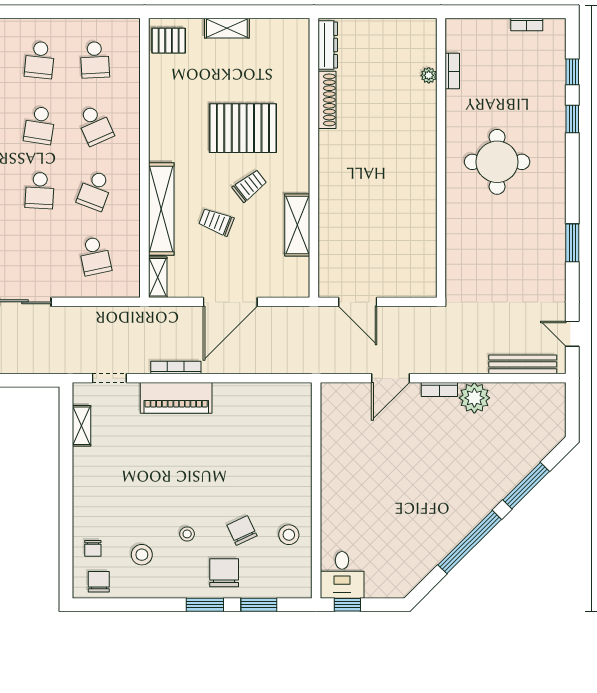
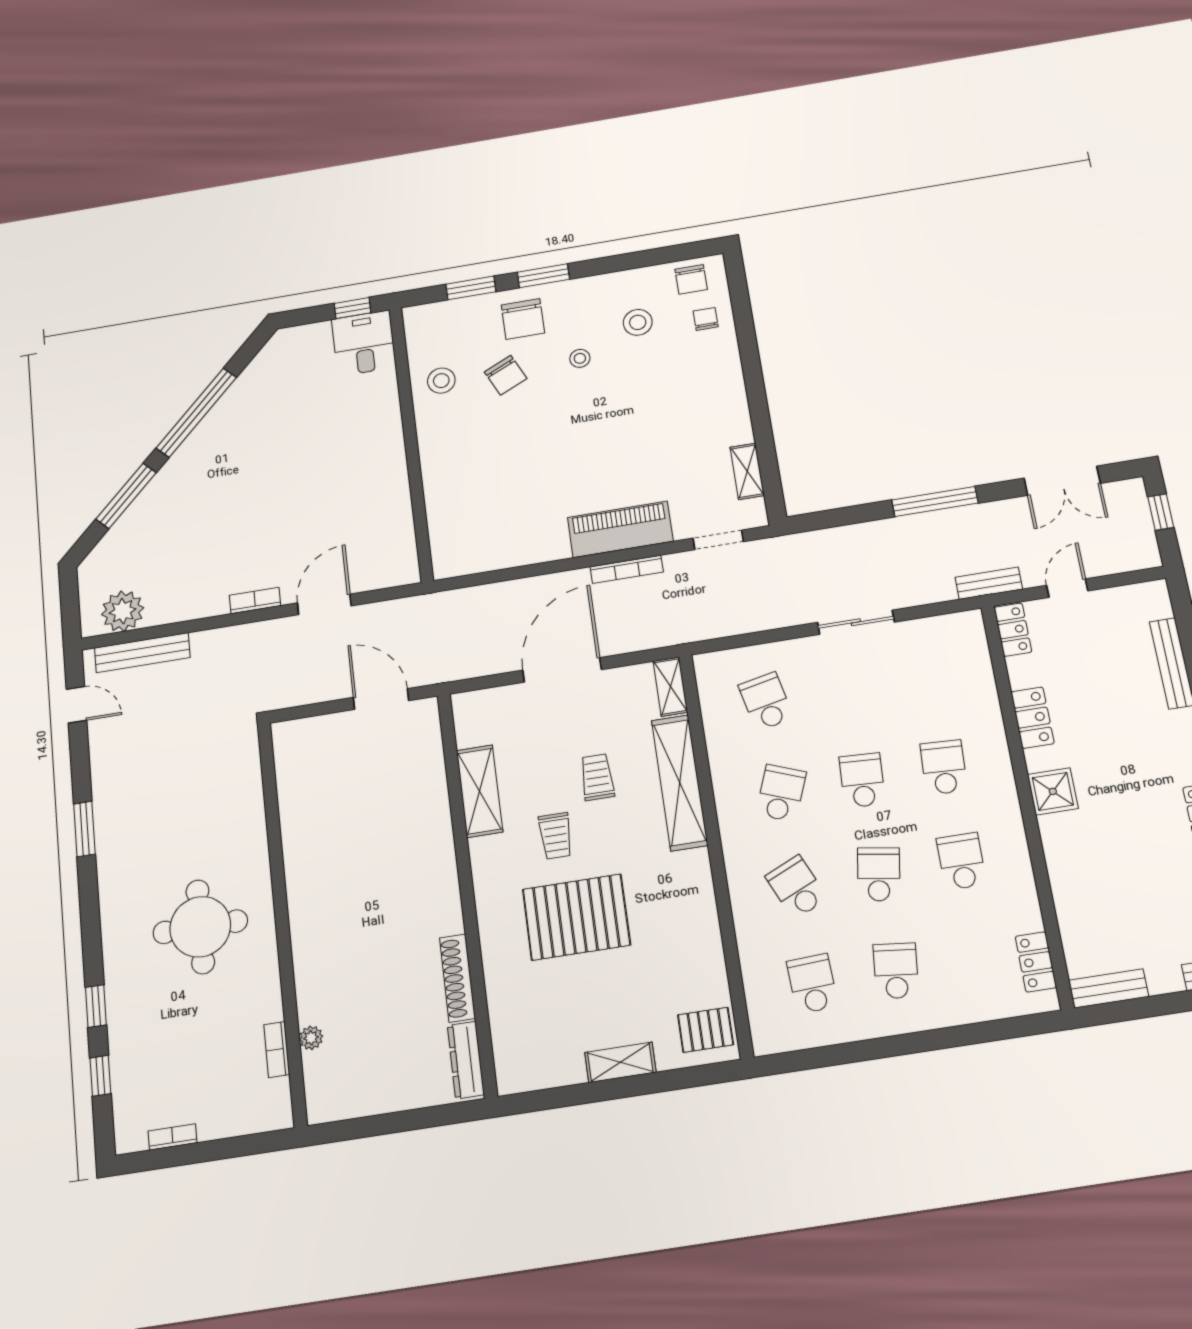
trolley: (250, 186) -> (556, 836), turned -52
trolley: (216, 222) -> (597, 777), turned -111
plant: (474, 398) -> (123, 611), moved

